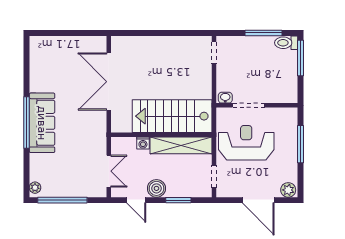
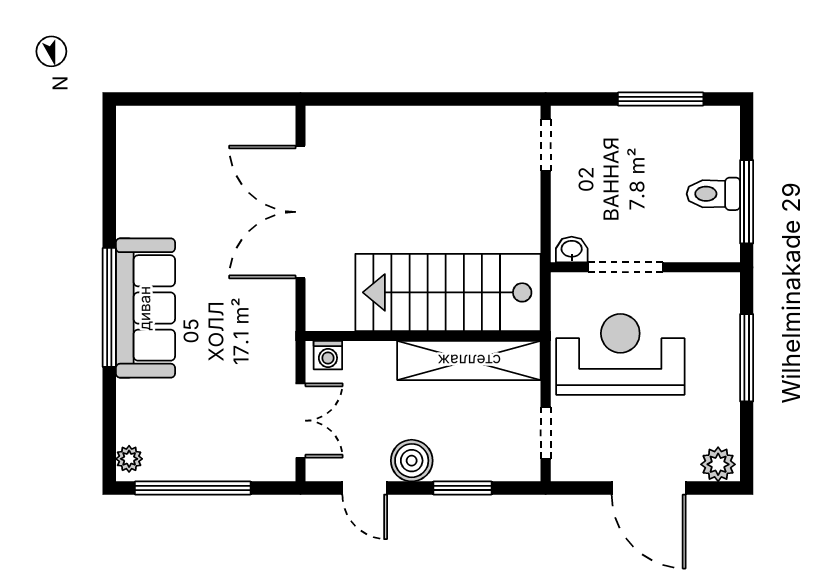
toilet: (286, 43) -> (713, 194), moved
window: (300, 58) -> (747, 202), moved
washing machine: (143, 143) -> (328, 355), moved

